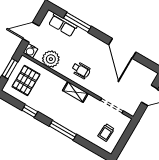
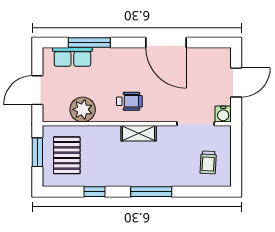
water cooler: (30, 51) -> (223, 114), moved

